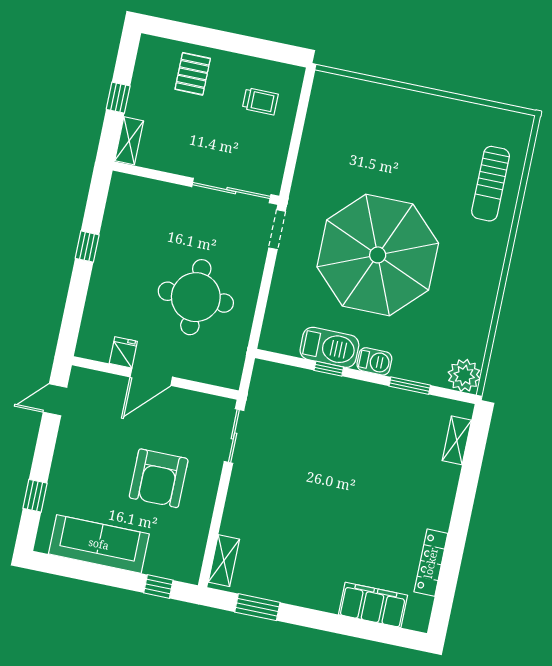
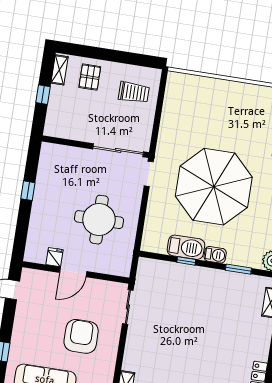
trolley: (260, 101) -> (134, 92), width x1.36, depth x1.39
shelving: (129, 141) -> (59, 70), moved
armchair: (159, 478) -> (81, 336), turned 180

